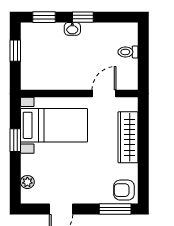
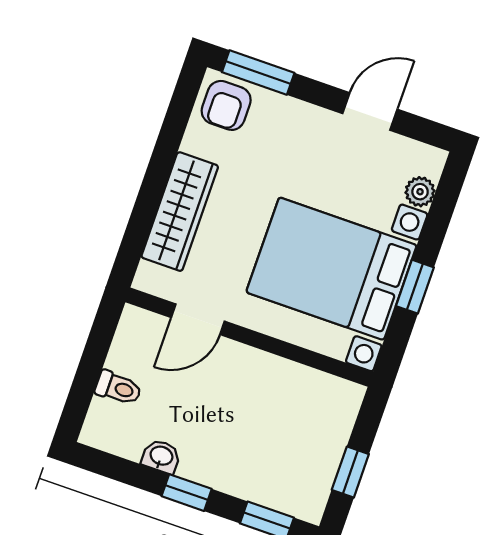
washbasin: (72, 29) -> (161, 456), moved
bed with nightstands: (54, 125) -> (331, 269), width x1.36
armchair: (124, 190) -> (226, 105), turned 90

